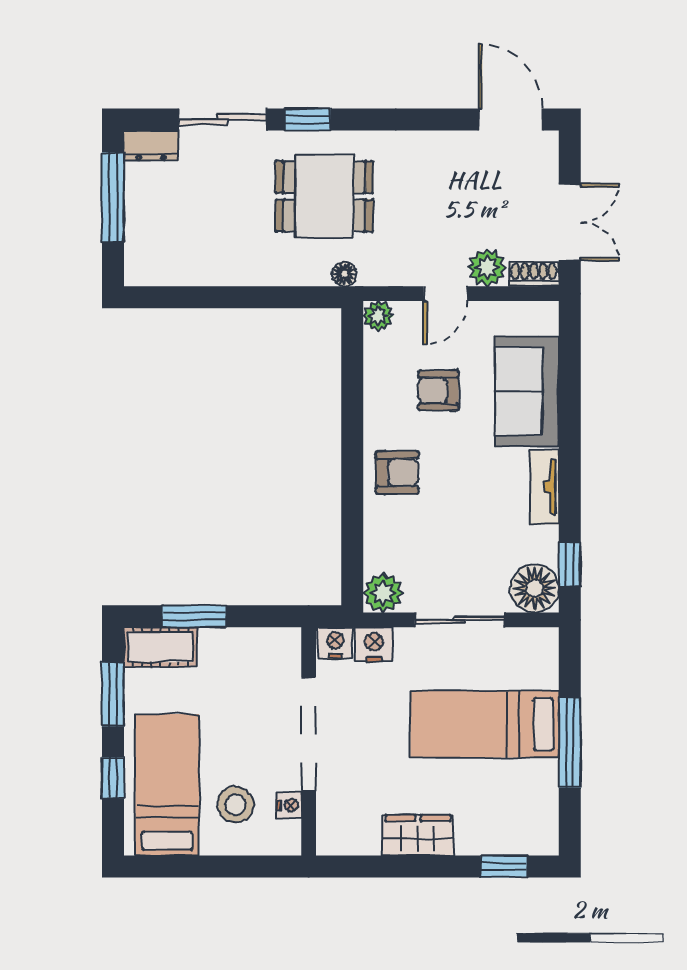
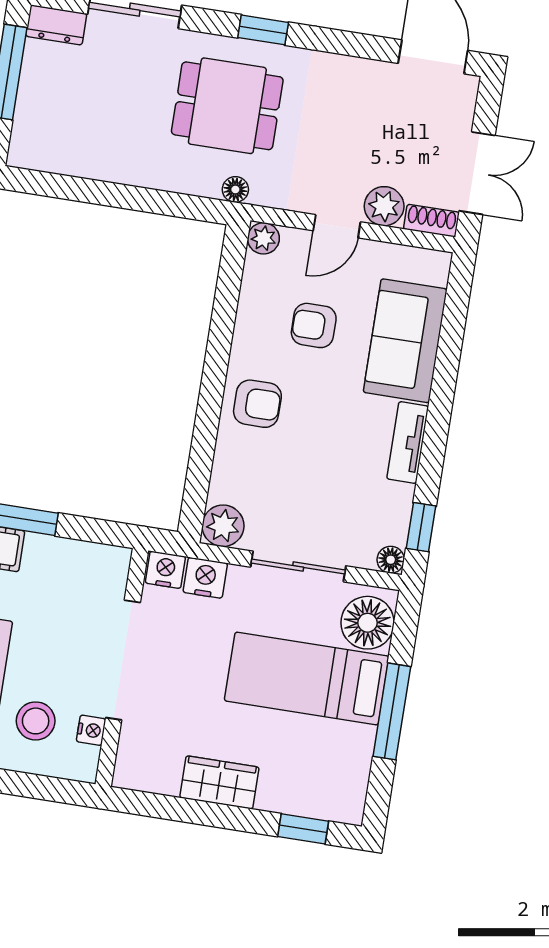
window: (307, 120) -> (263, 30), moved
floor lamp: (535, 588) -> (391, 560), width x0.53, depth x0.53
floor lamp: (534, 663) -> (368, 623), added

